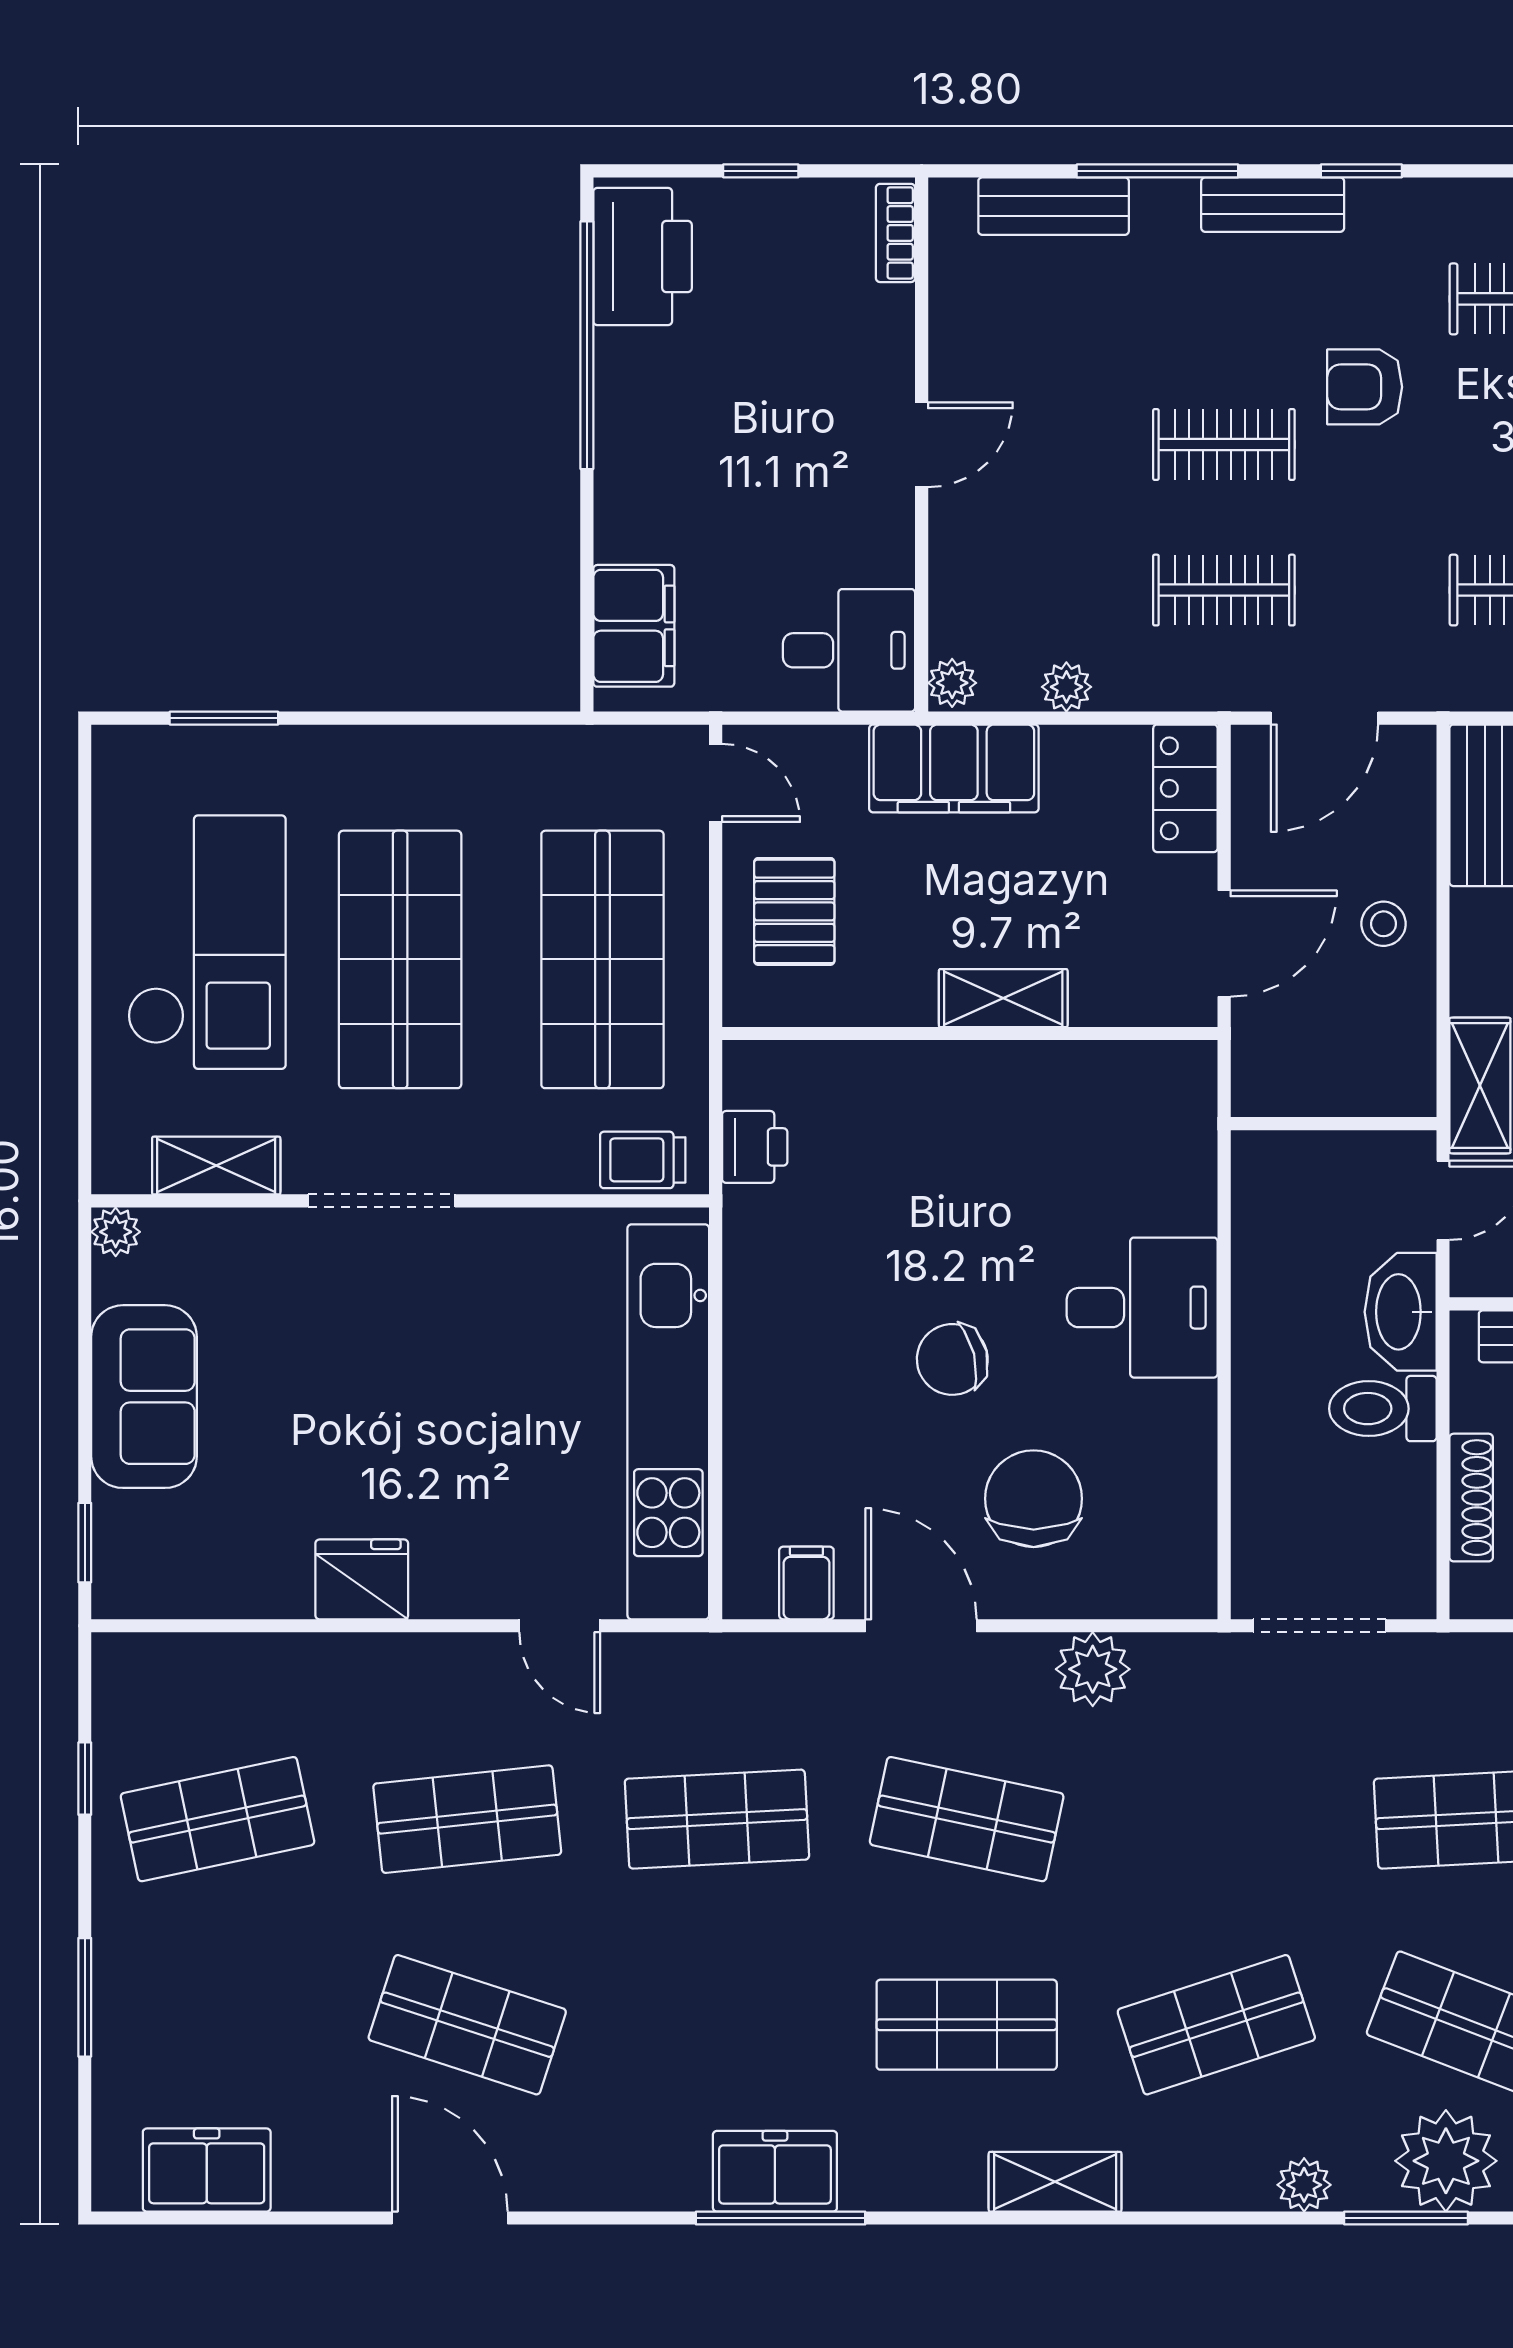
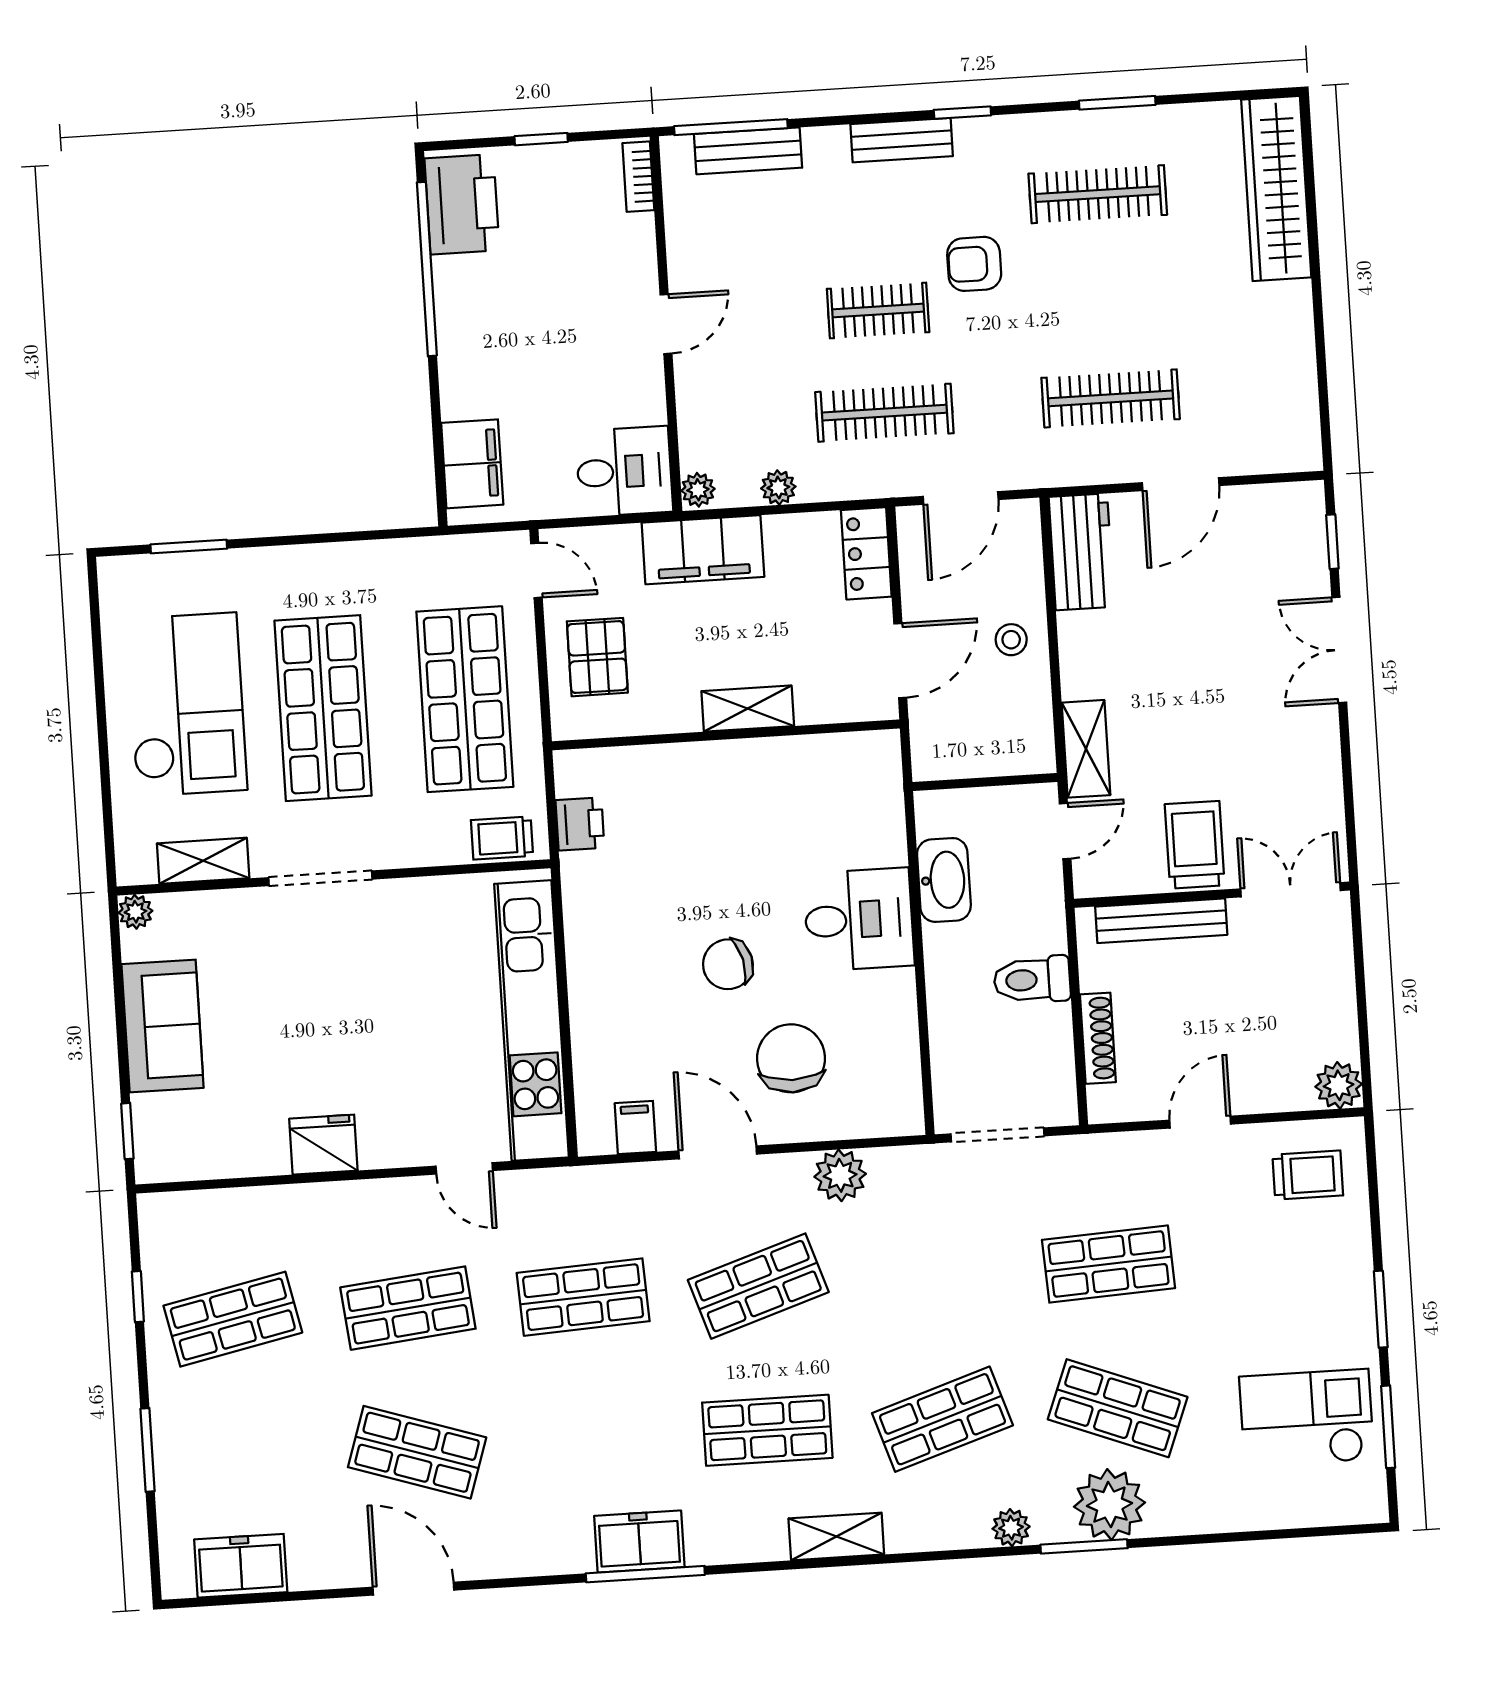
window: (1157, 171) -> (731, 127), moved
clothes rail: (1224, 590) -> (884, 413), width x1.36
washbasin: (1401, 1312) -> (944, 880), moved, turned 180
shop shelf: (967, 1819) -> (758, 1286), turned -30

